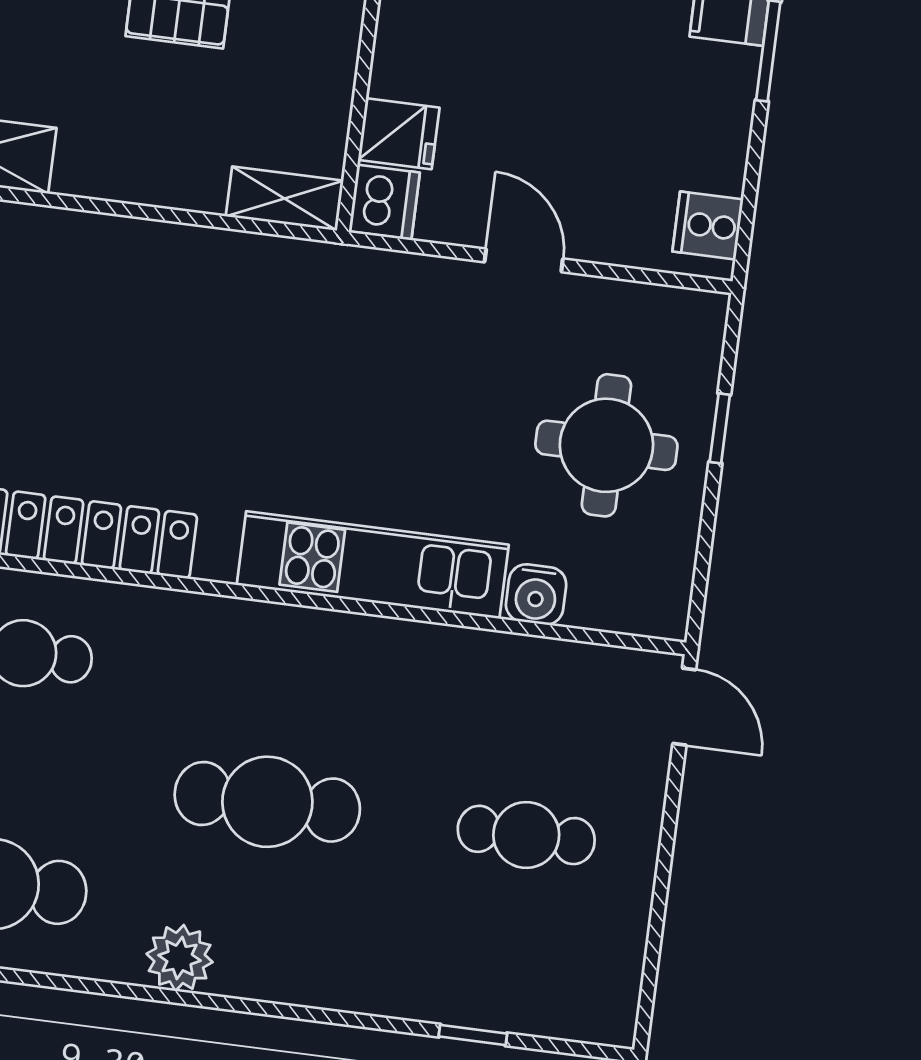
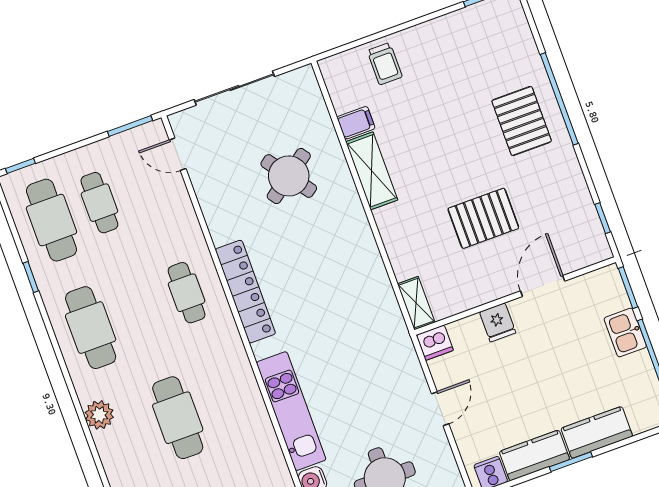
kitchen counter: (717, 118) -> (534, 455), added
fridge: (399, 134) -> (498, 322), moved

